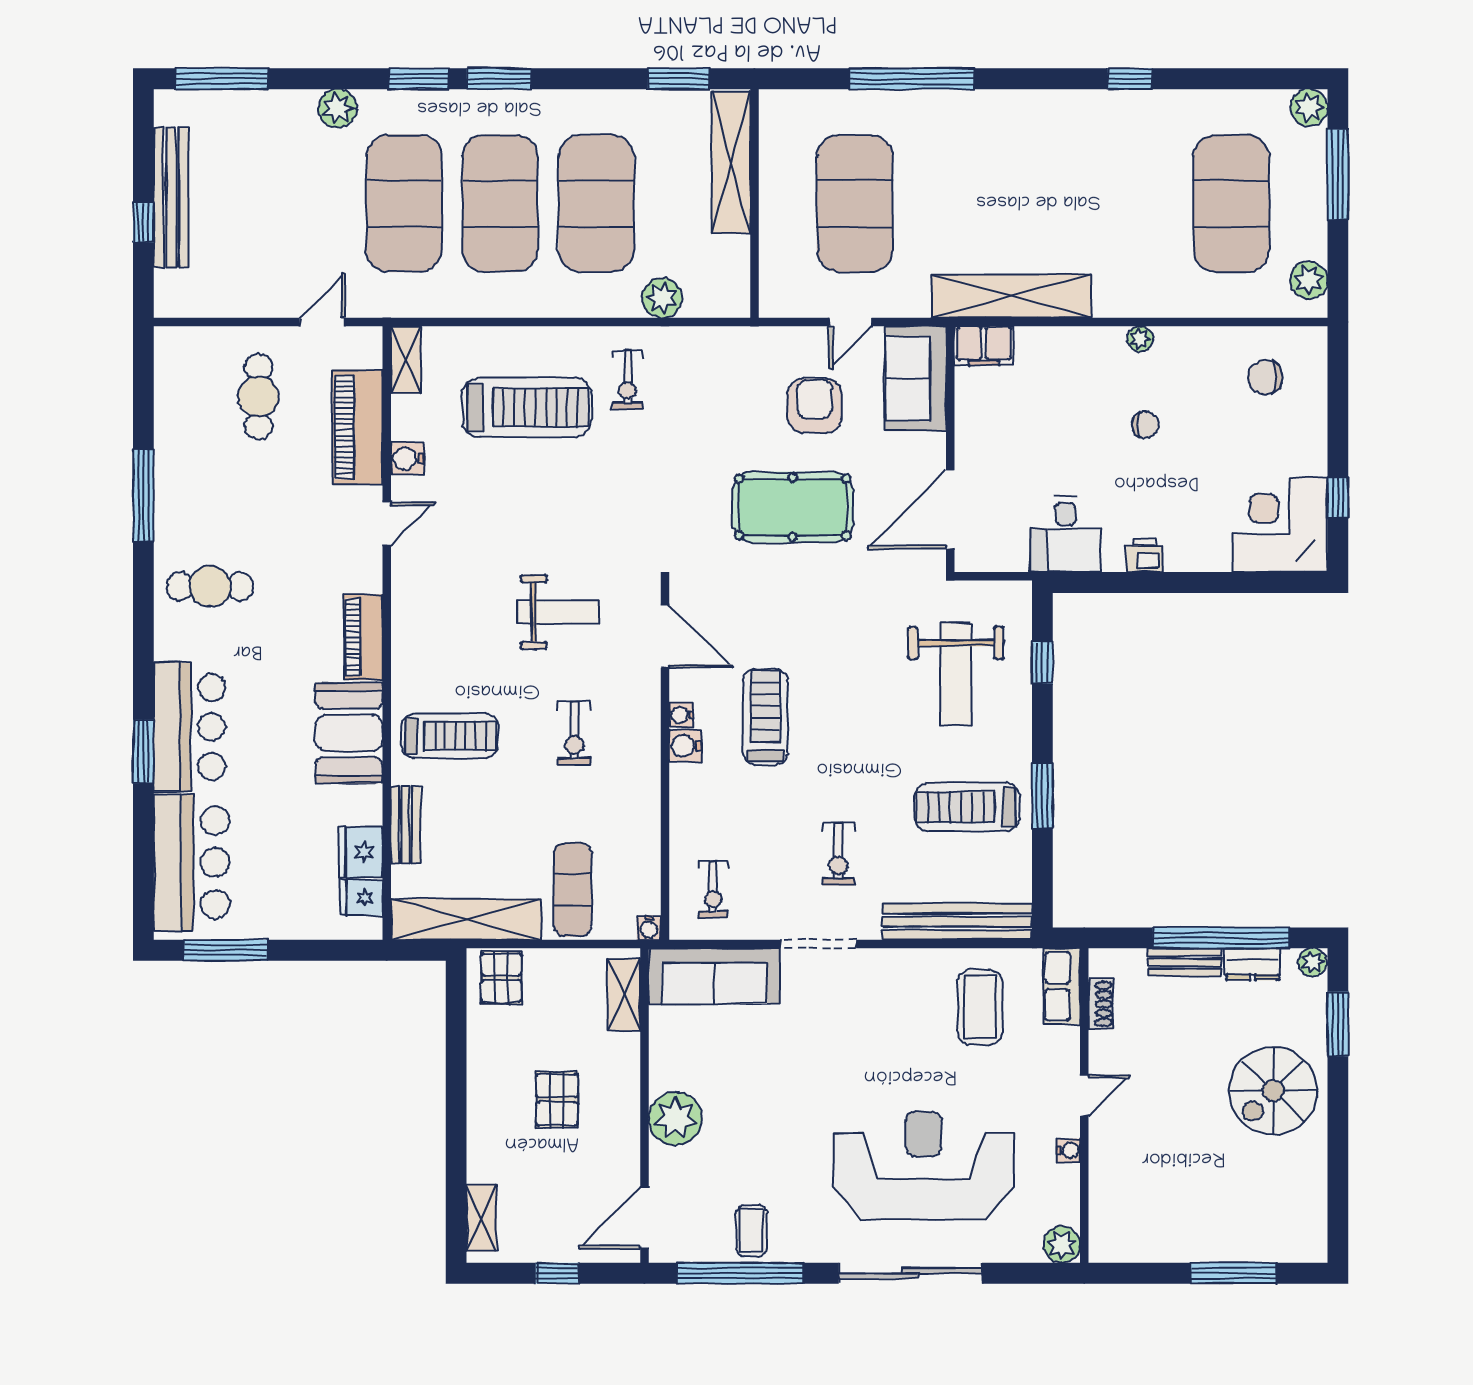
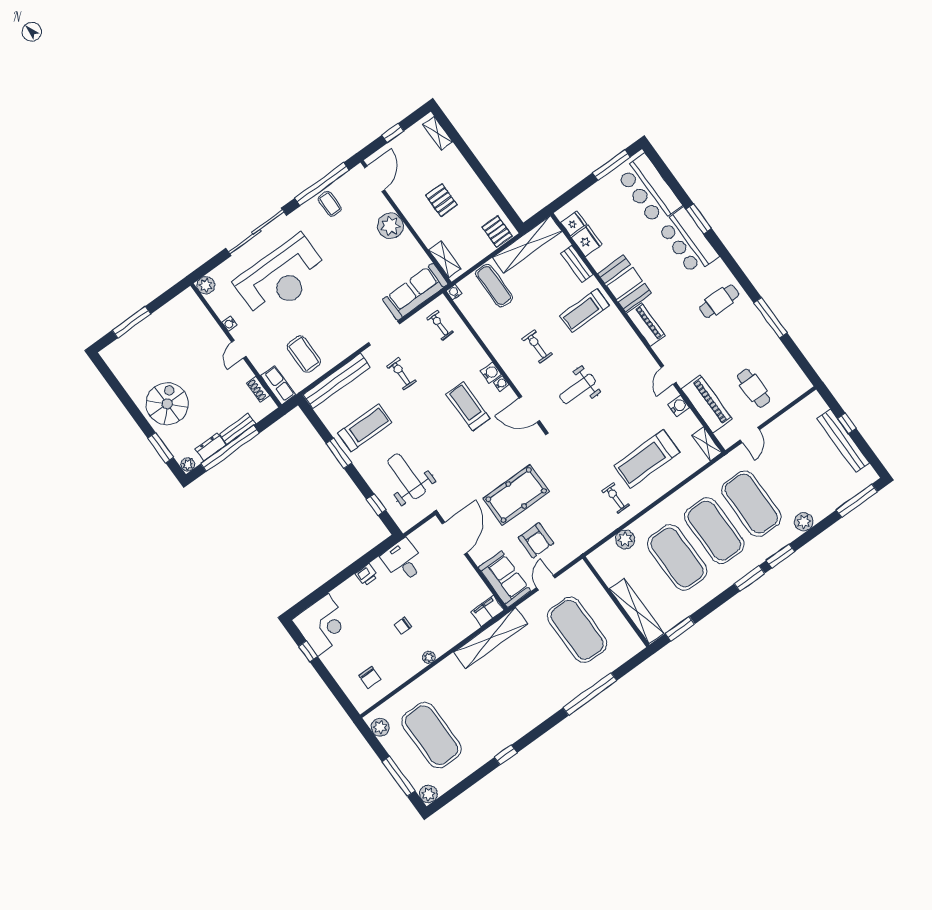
chair: (1265, 377) -> (370, 677), turned 90
treadmill: (765, 717) -> (468, 406), turned 180

